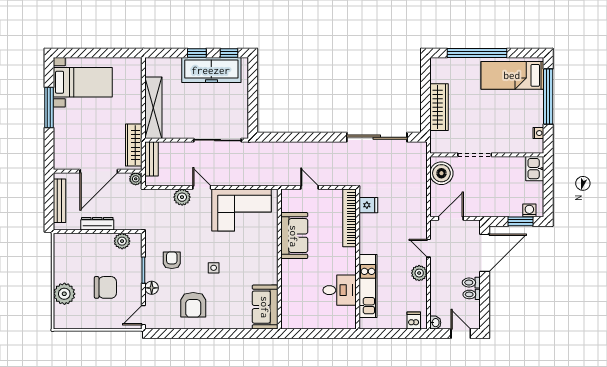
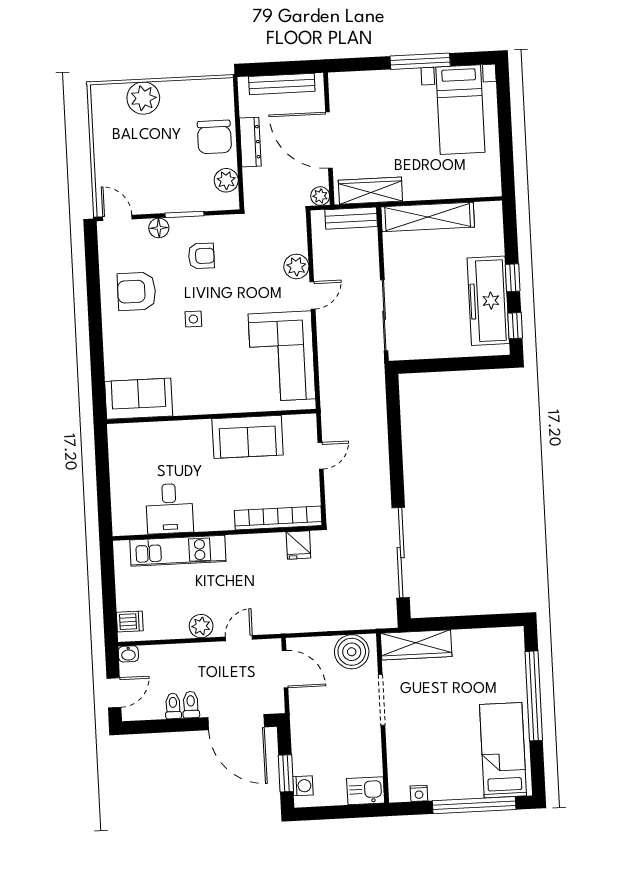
wardrobe: (439, 107) -> (416, 645), moved
chair: (105, 287) -> (214, 137), moved

